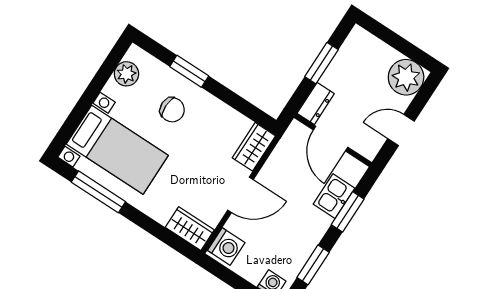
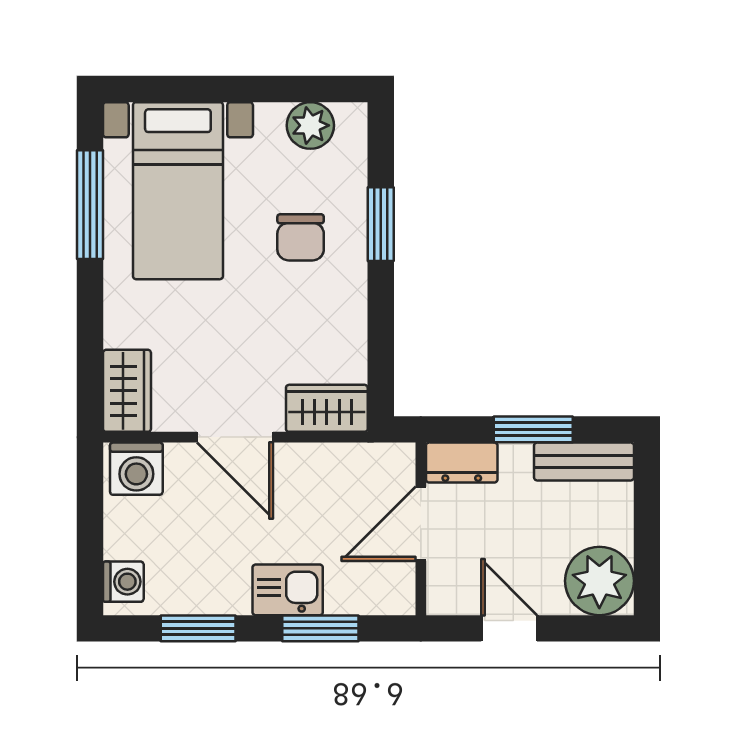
bench: (350, 50) -> (584, 461), added
kitchen sink: (334, 196) -> (288, 590), moved

